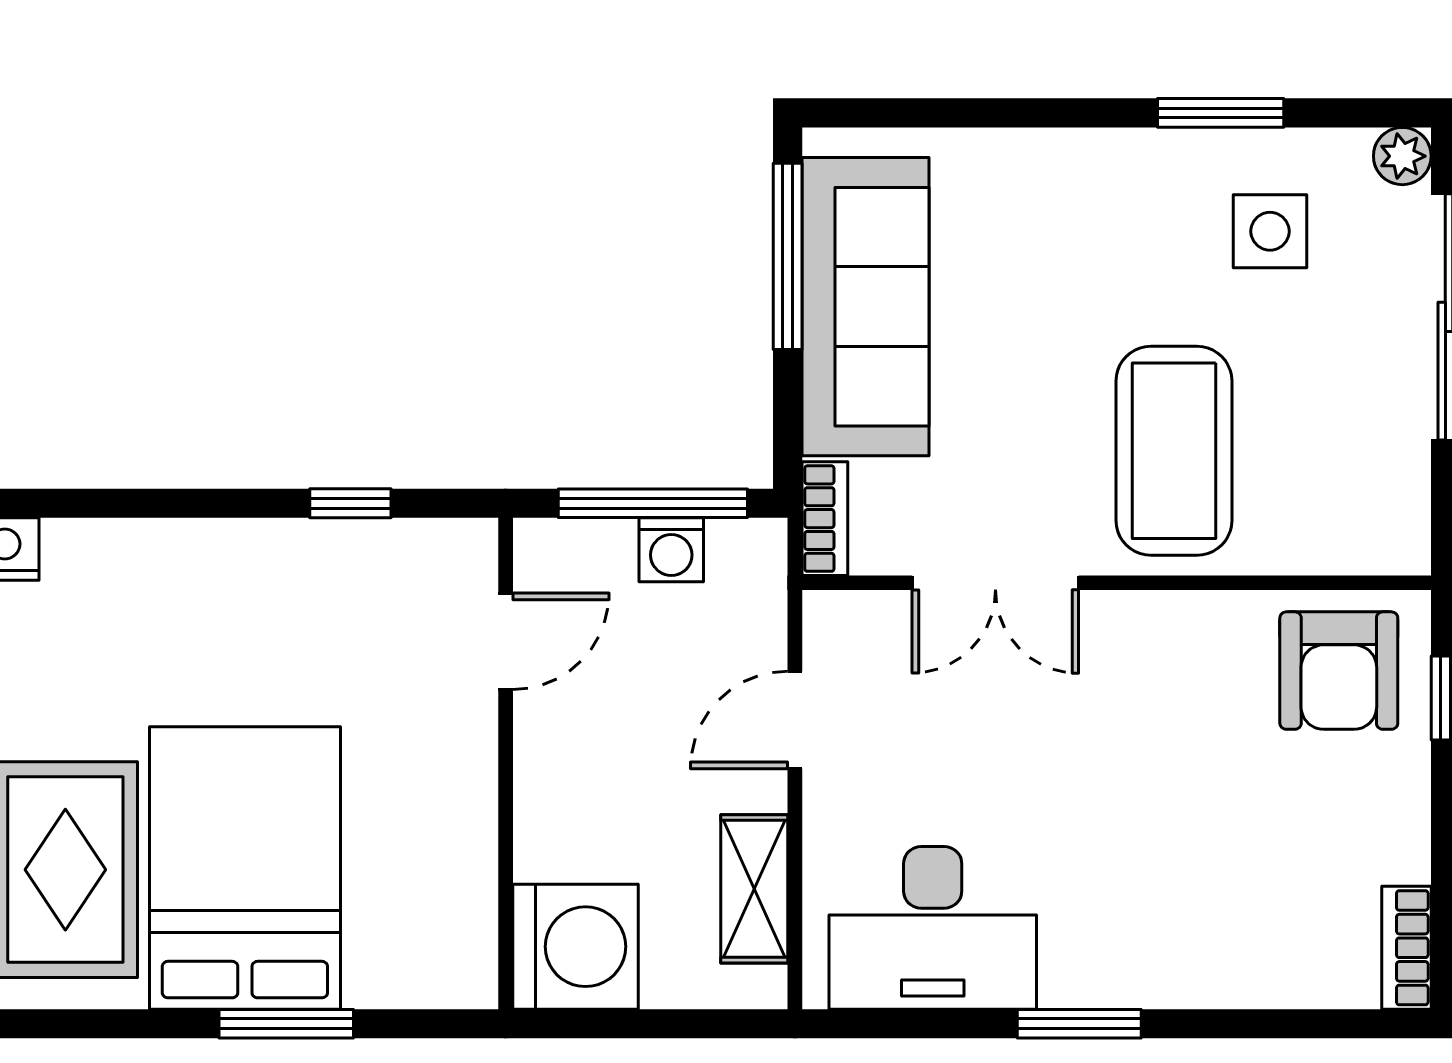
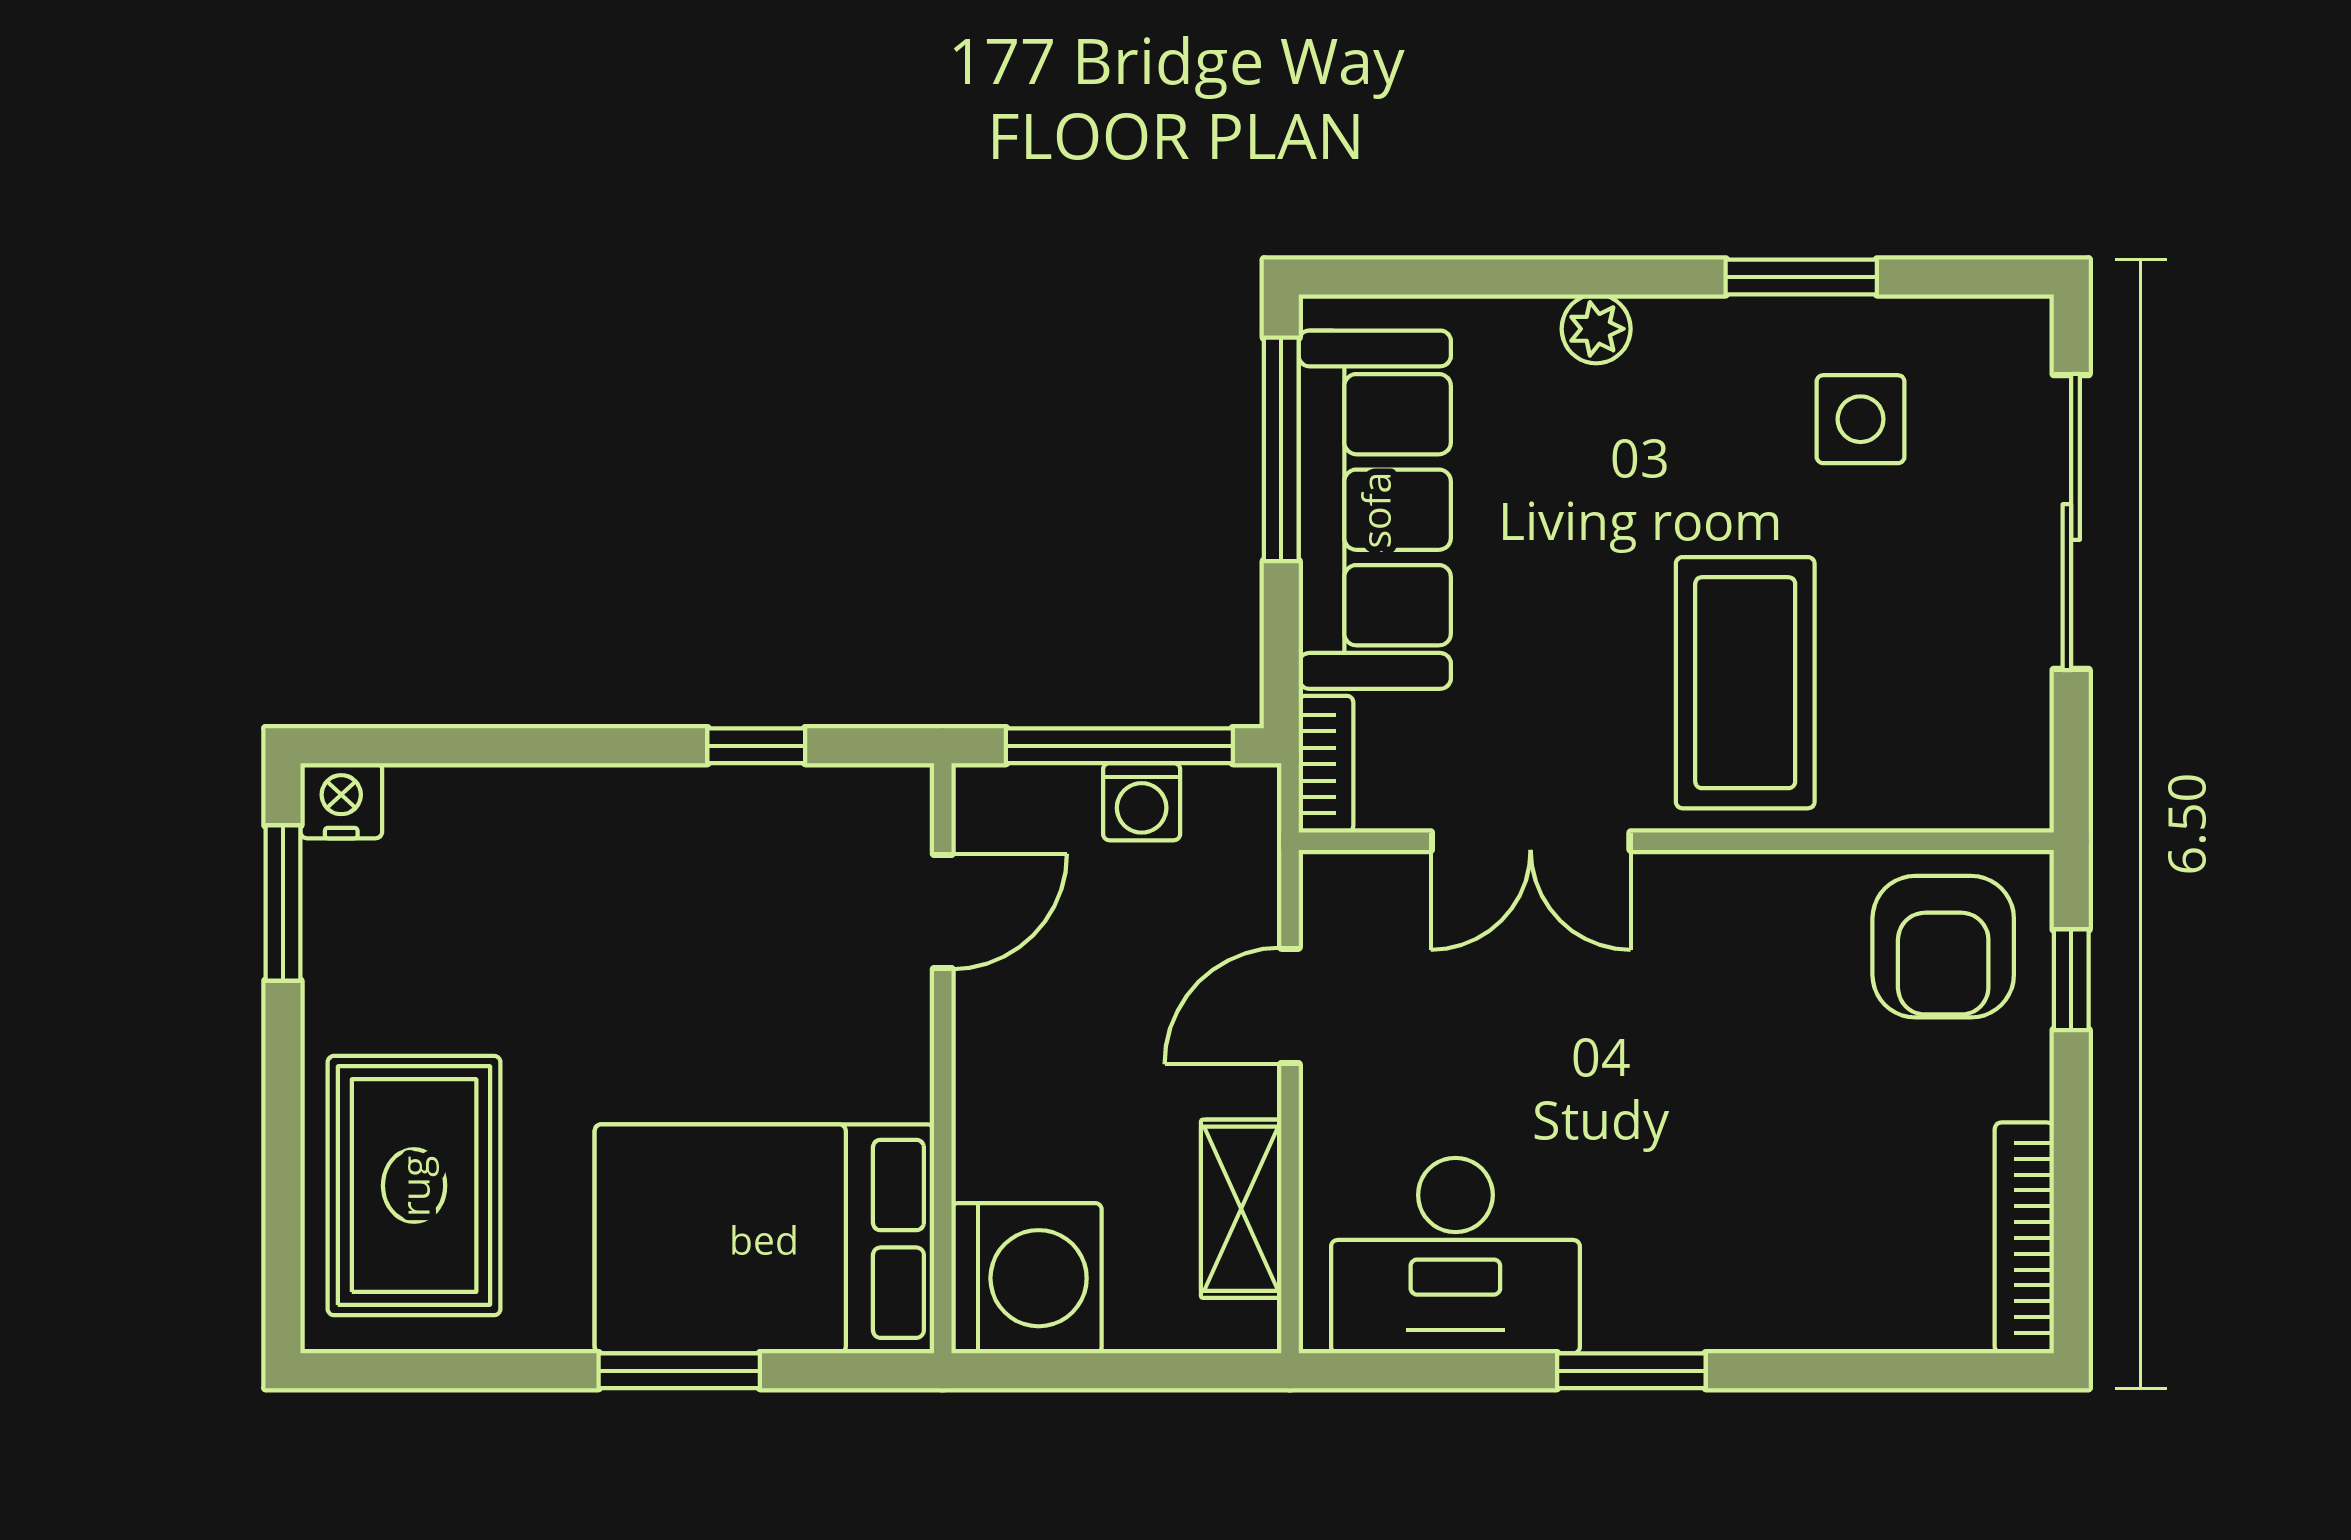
plant: (1402, 156) -> (1596, 329), moved
bed: (245, 868) -> (764, 1239), moved, turned -90
bookcase: (1406, 948) -> (2024, 1238), width x1.56

